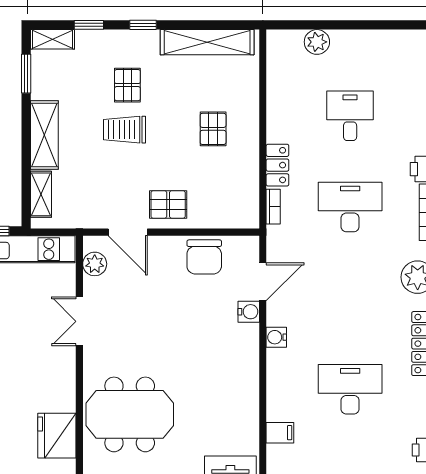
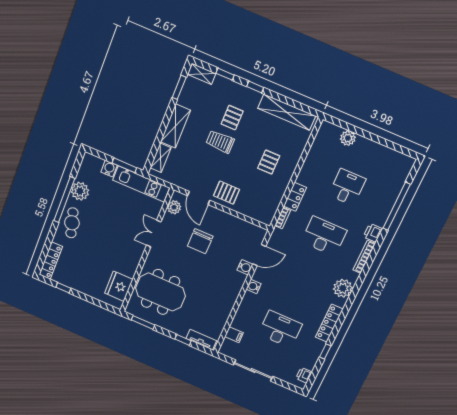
chair: (204, 257) -> (200, 241), moved

